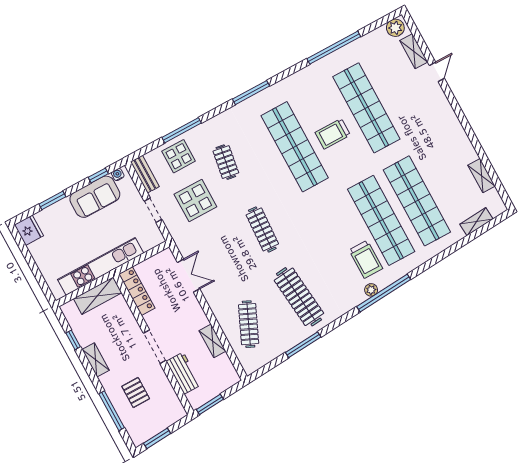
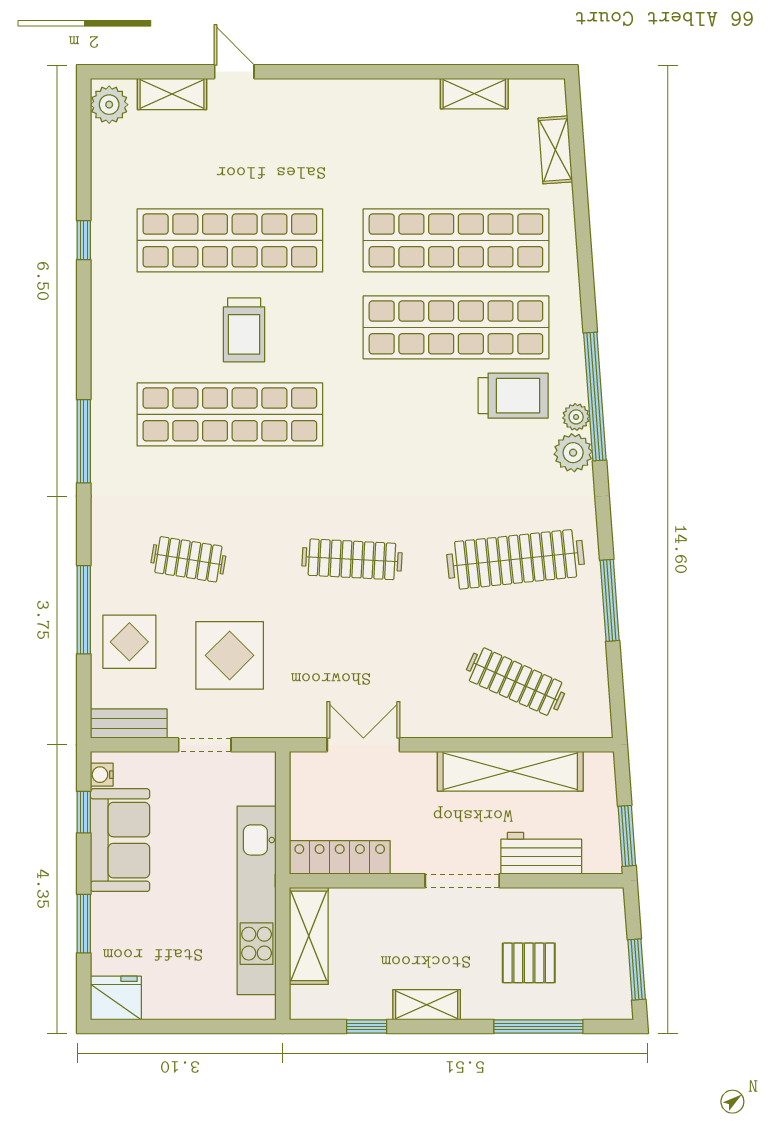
window: (334, 48) -> (84, 240), width x0.32
plant: (356, 297) -> (573, 453), added
shelving: (212, 341) -> (510, 771), width x2.20, depth x1.33

